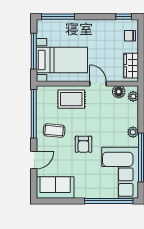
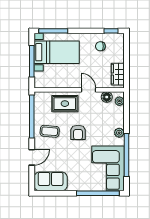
chair: (130, 36) -> (100, 46), moved
bed with nightstands: (62, 60) -> (57, 52), moved
armchair: (83, 144) -> (78, 132), moved

